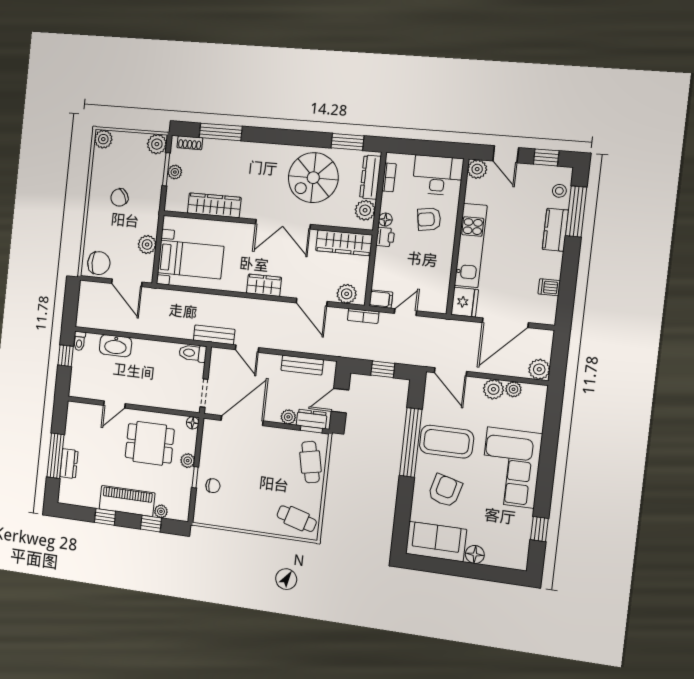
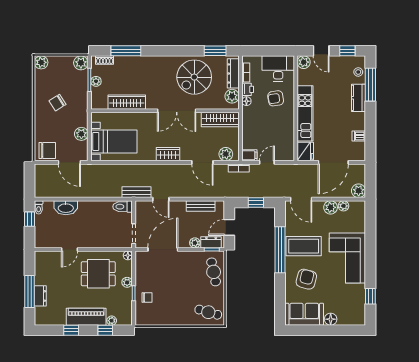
printer: (385, 237) -> (248, 89), moved

